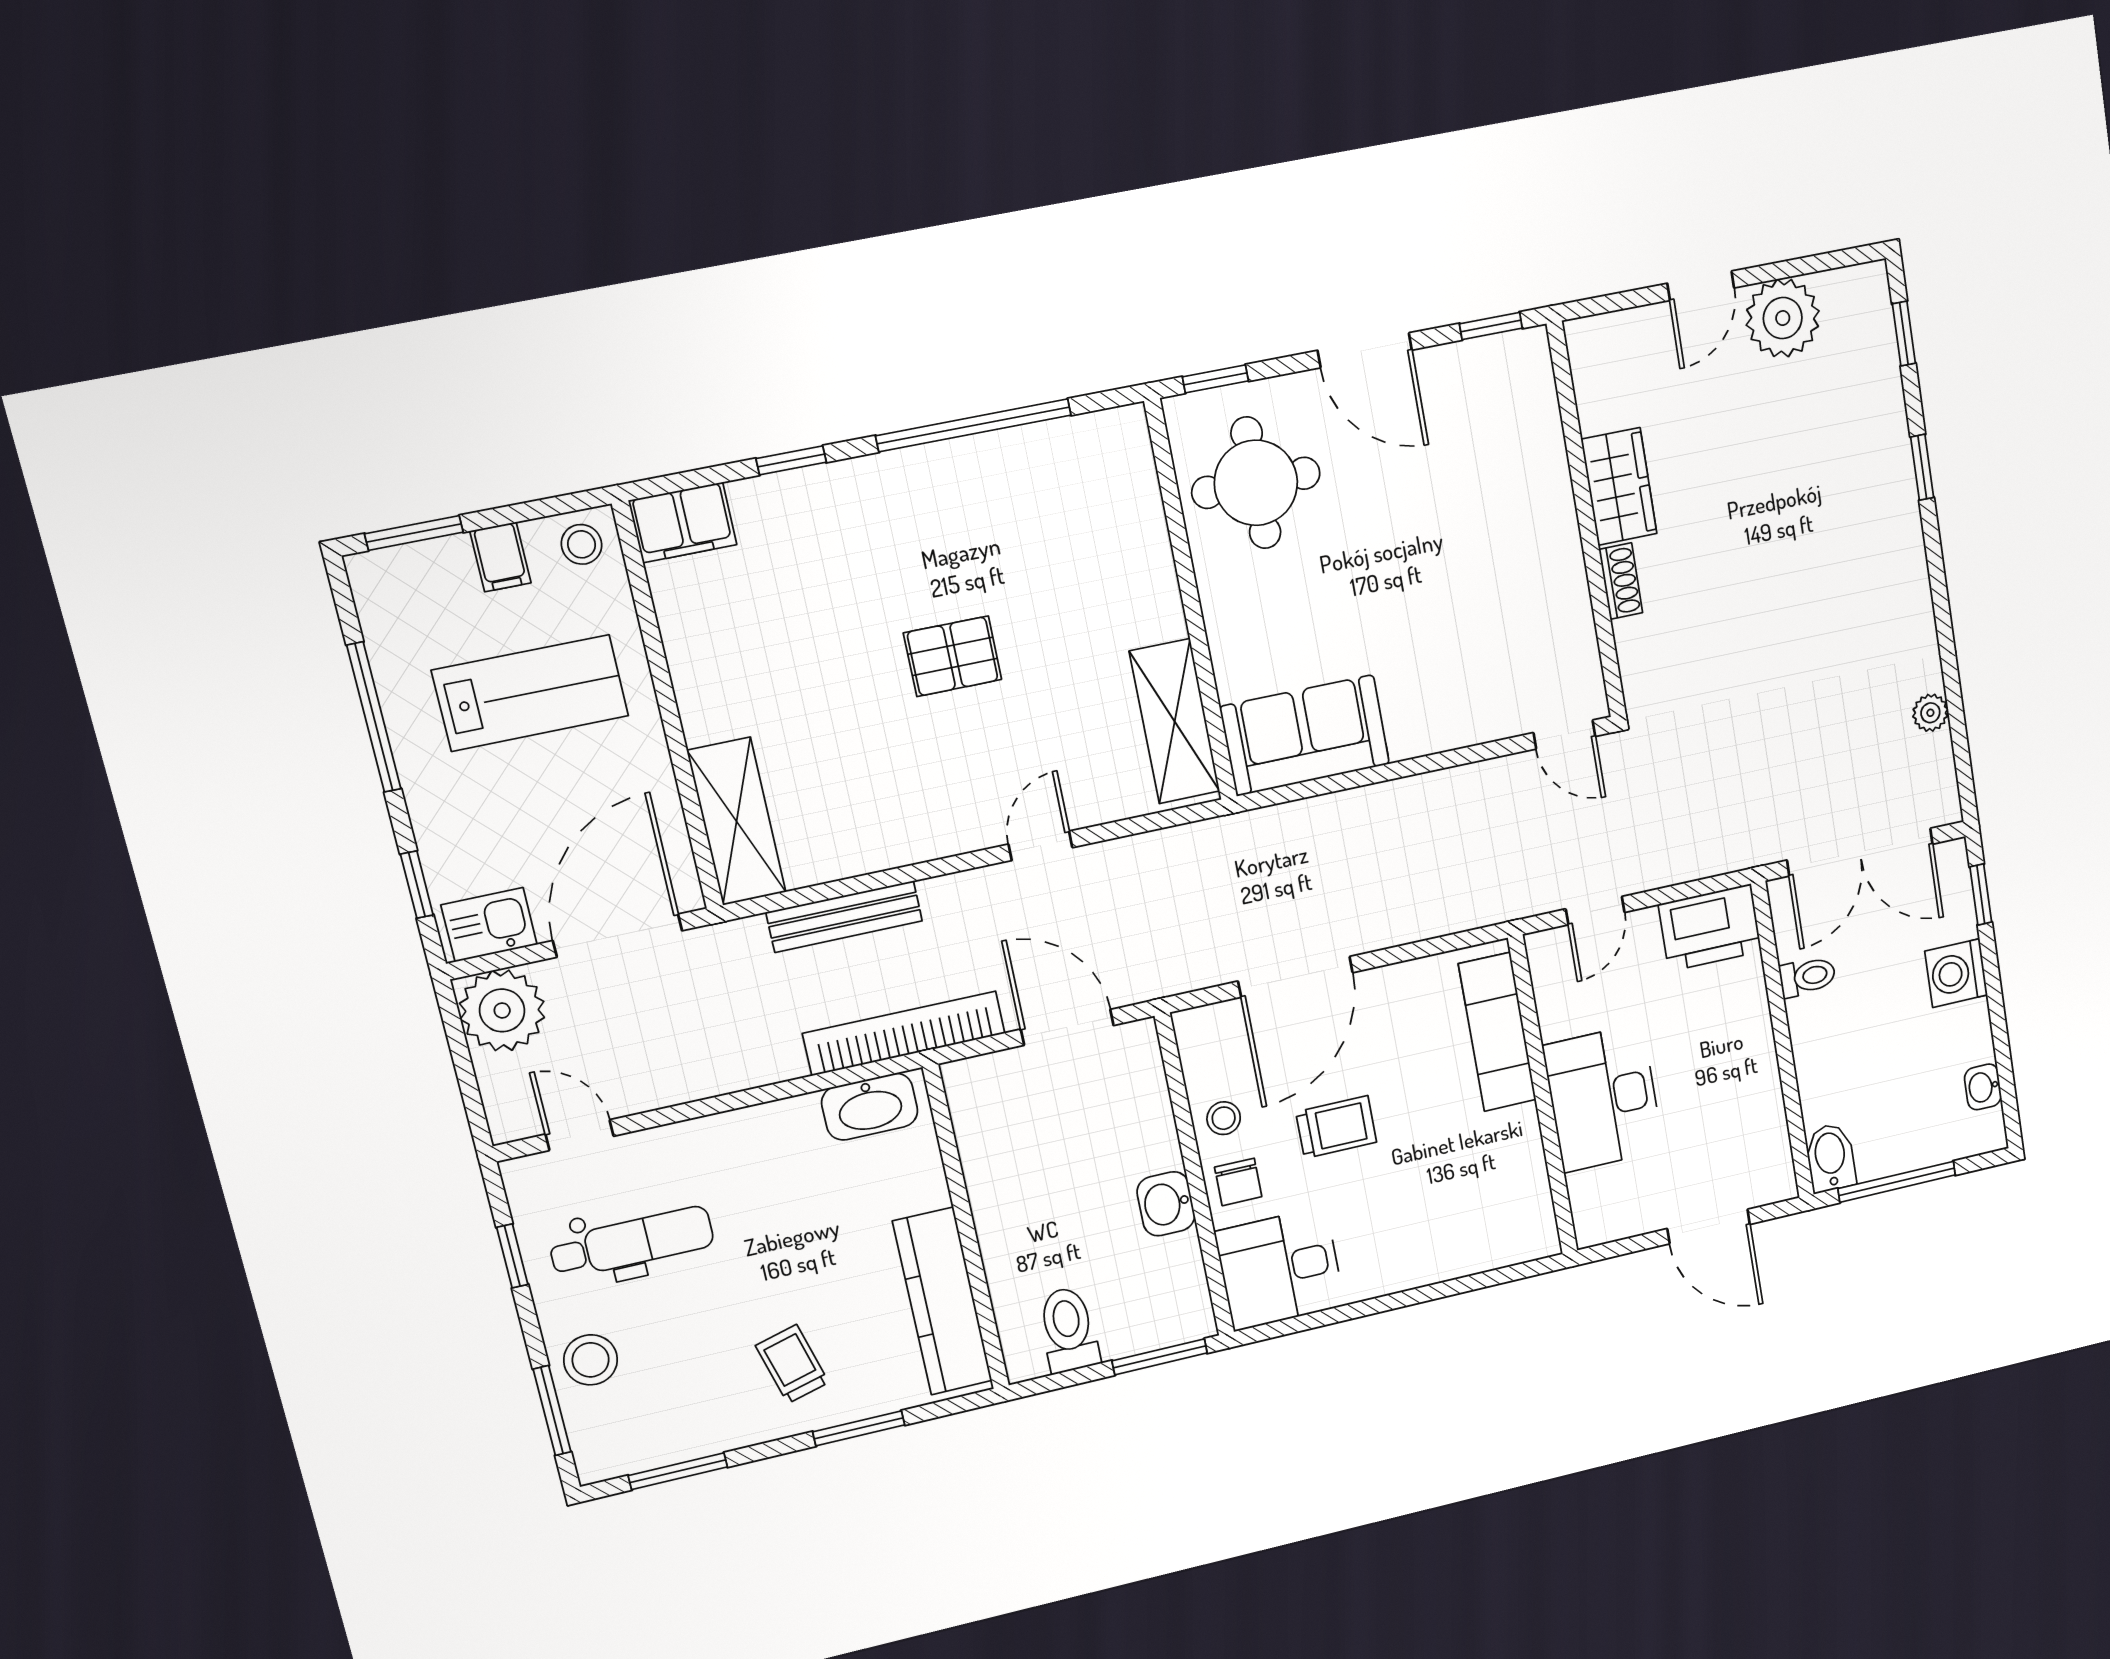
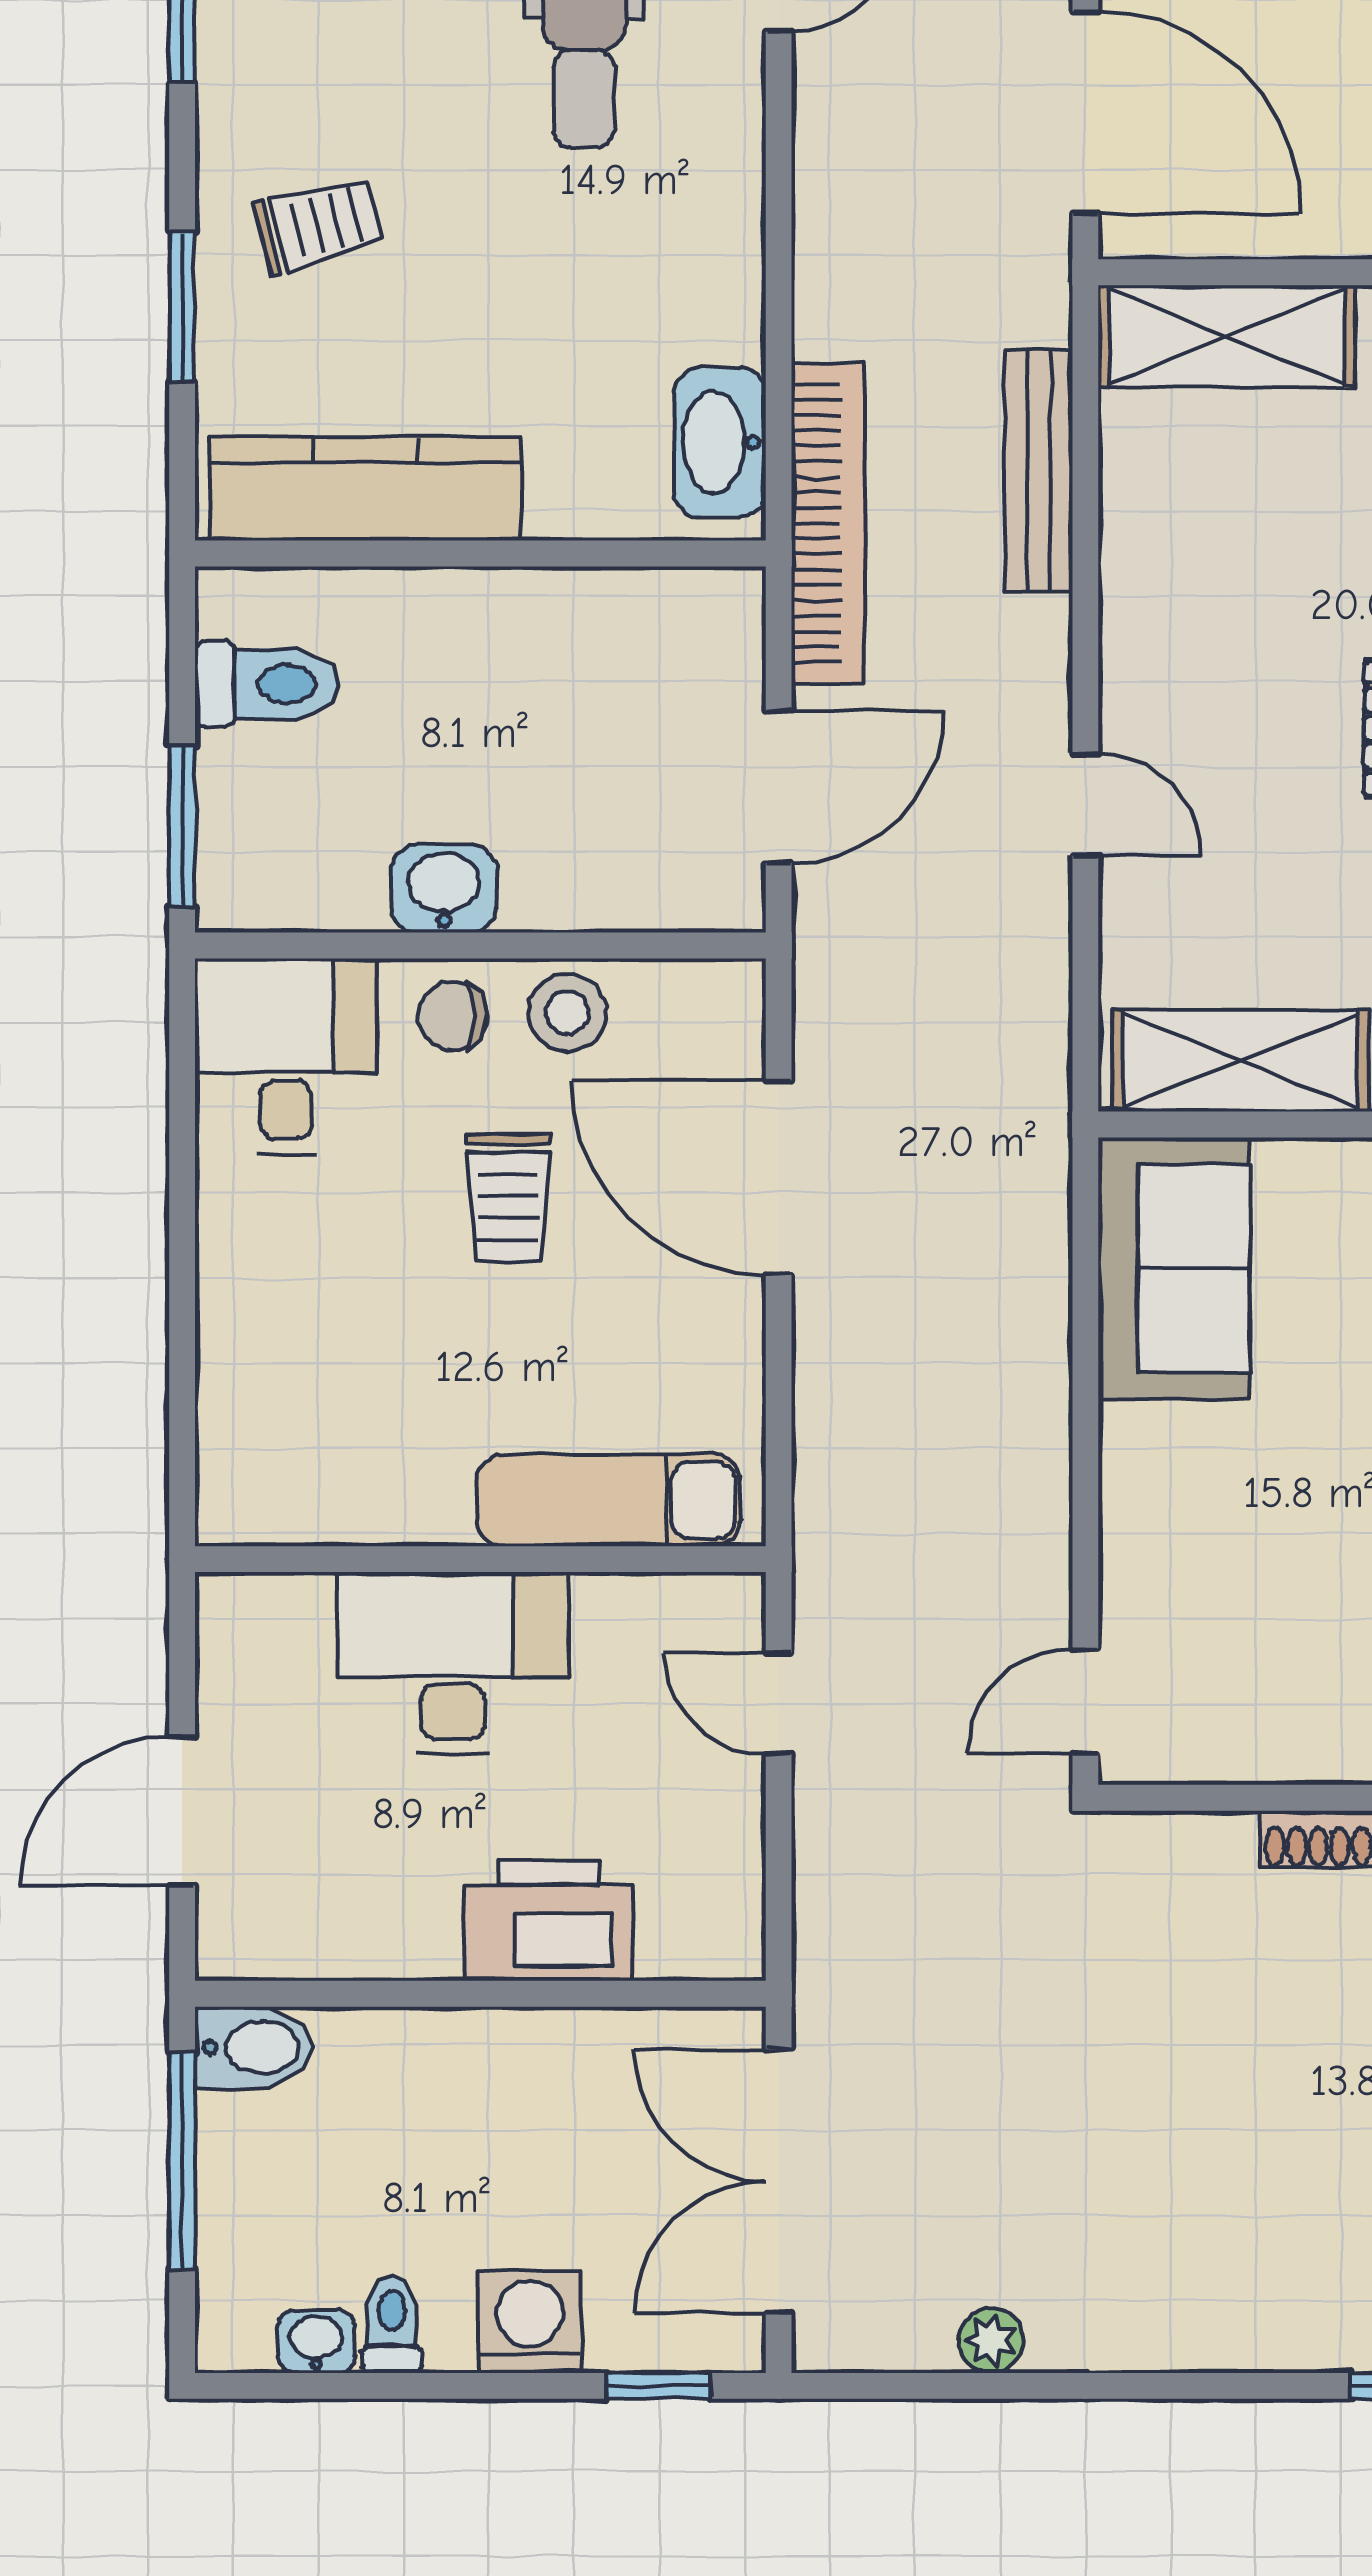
printer: (1710, 928) -> (549, 1921), moved, turned 90
toilet: (1807, 977) -> (392, 2324), moved, turned 180
stool: (1224, 1118) -> (567, 1013), width x1.37, depth x1.37

